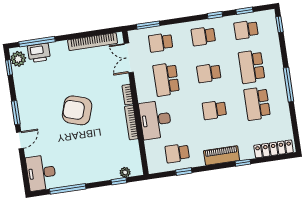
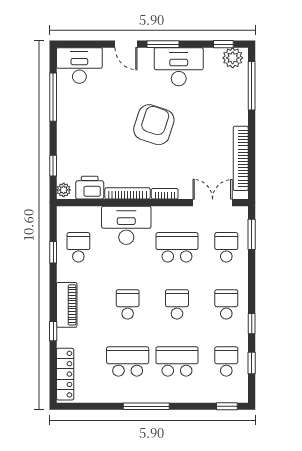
printer: (39, 53) -> (90, 188), moved, turned 90
desk: (31, 98) -> (179, 67), added
plant: (125, 172) -> (64, 190), moved

